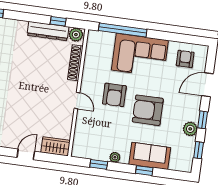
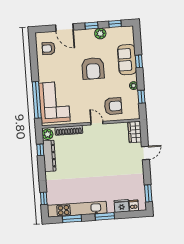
corner sofa: (140, 55) -> (54, 102), moved
armchair: (114, 95) -> (113, 106), moved
door: (77, 101) -> (97, 123), hinge flipped
door: (26, 154) -> (145, 153), swing flipped

